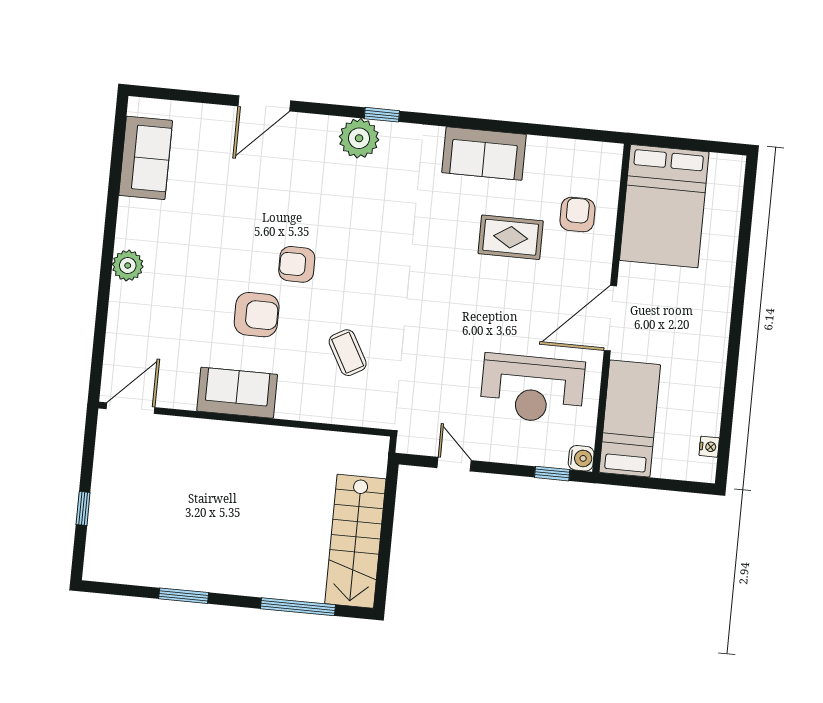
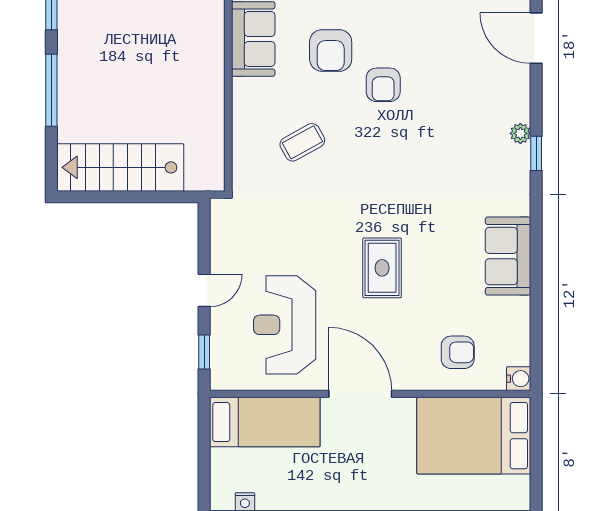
plant: (359, 138) -> (520, 133), width x0.53, depth x0.53
rug: (511, 237) -> (382, 268), moved
armchair: (297, 264) -> (383, 85), turned 180
water cooler: (581, 458) -> (519, 379), moved, turned -90
door: (454, 464) -> (204, 290), moved
window: (298, 607) -> (51, 90), moved

